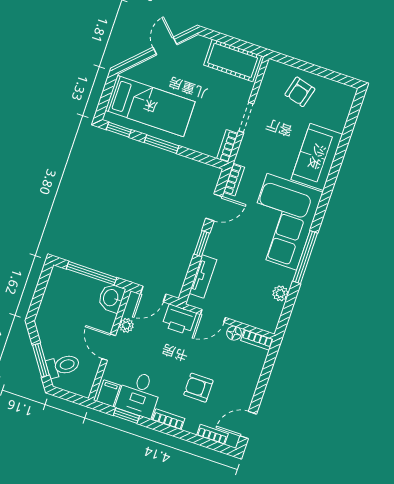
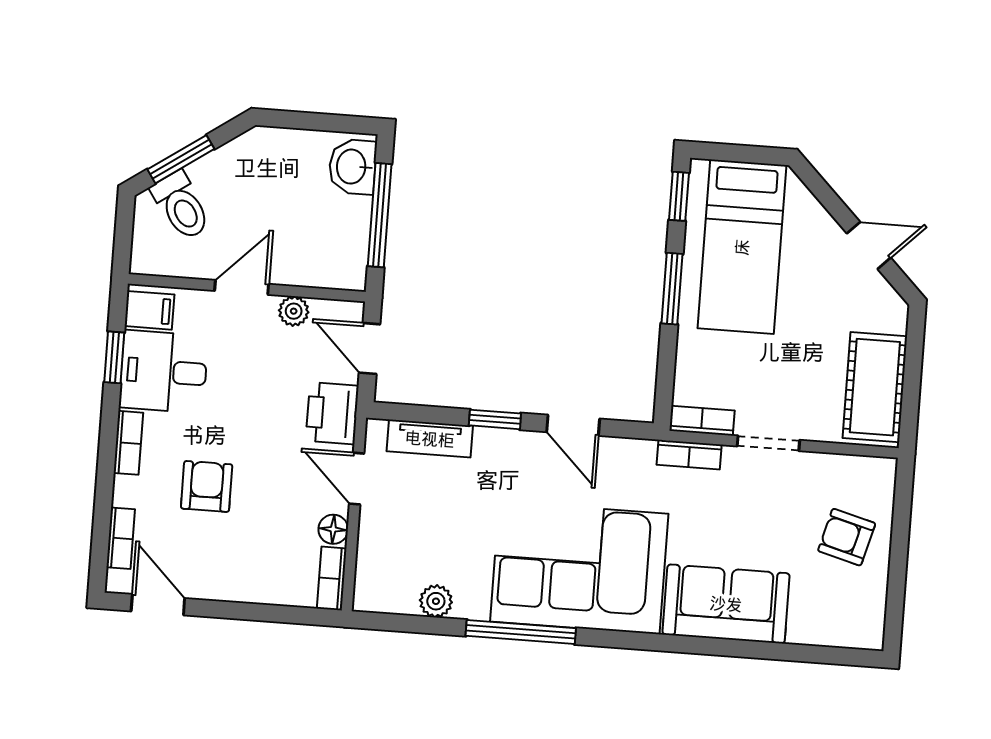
bookcase: (234, 180) -> (689, 455), moved
washbasin: (111, 298) -> (352, 167), moved, turned -90

